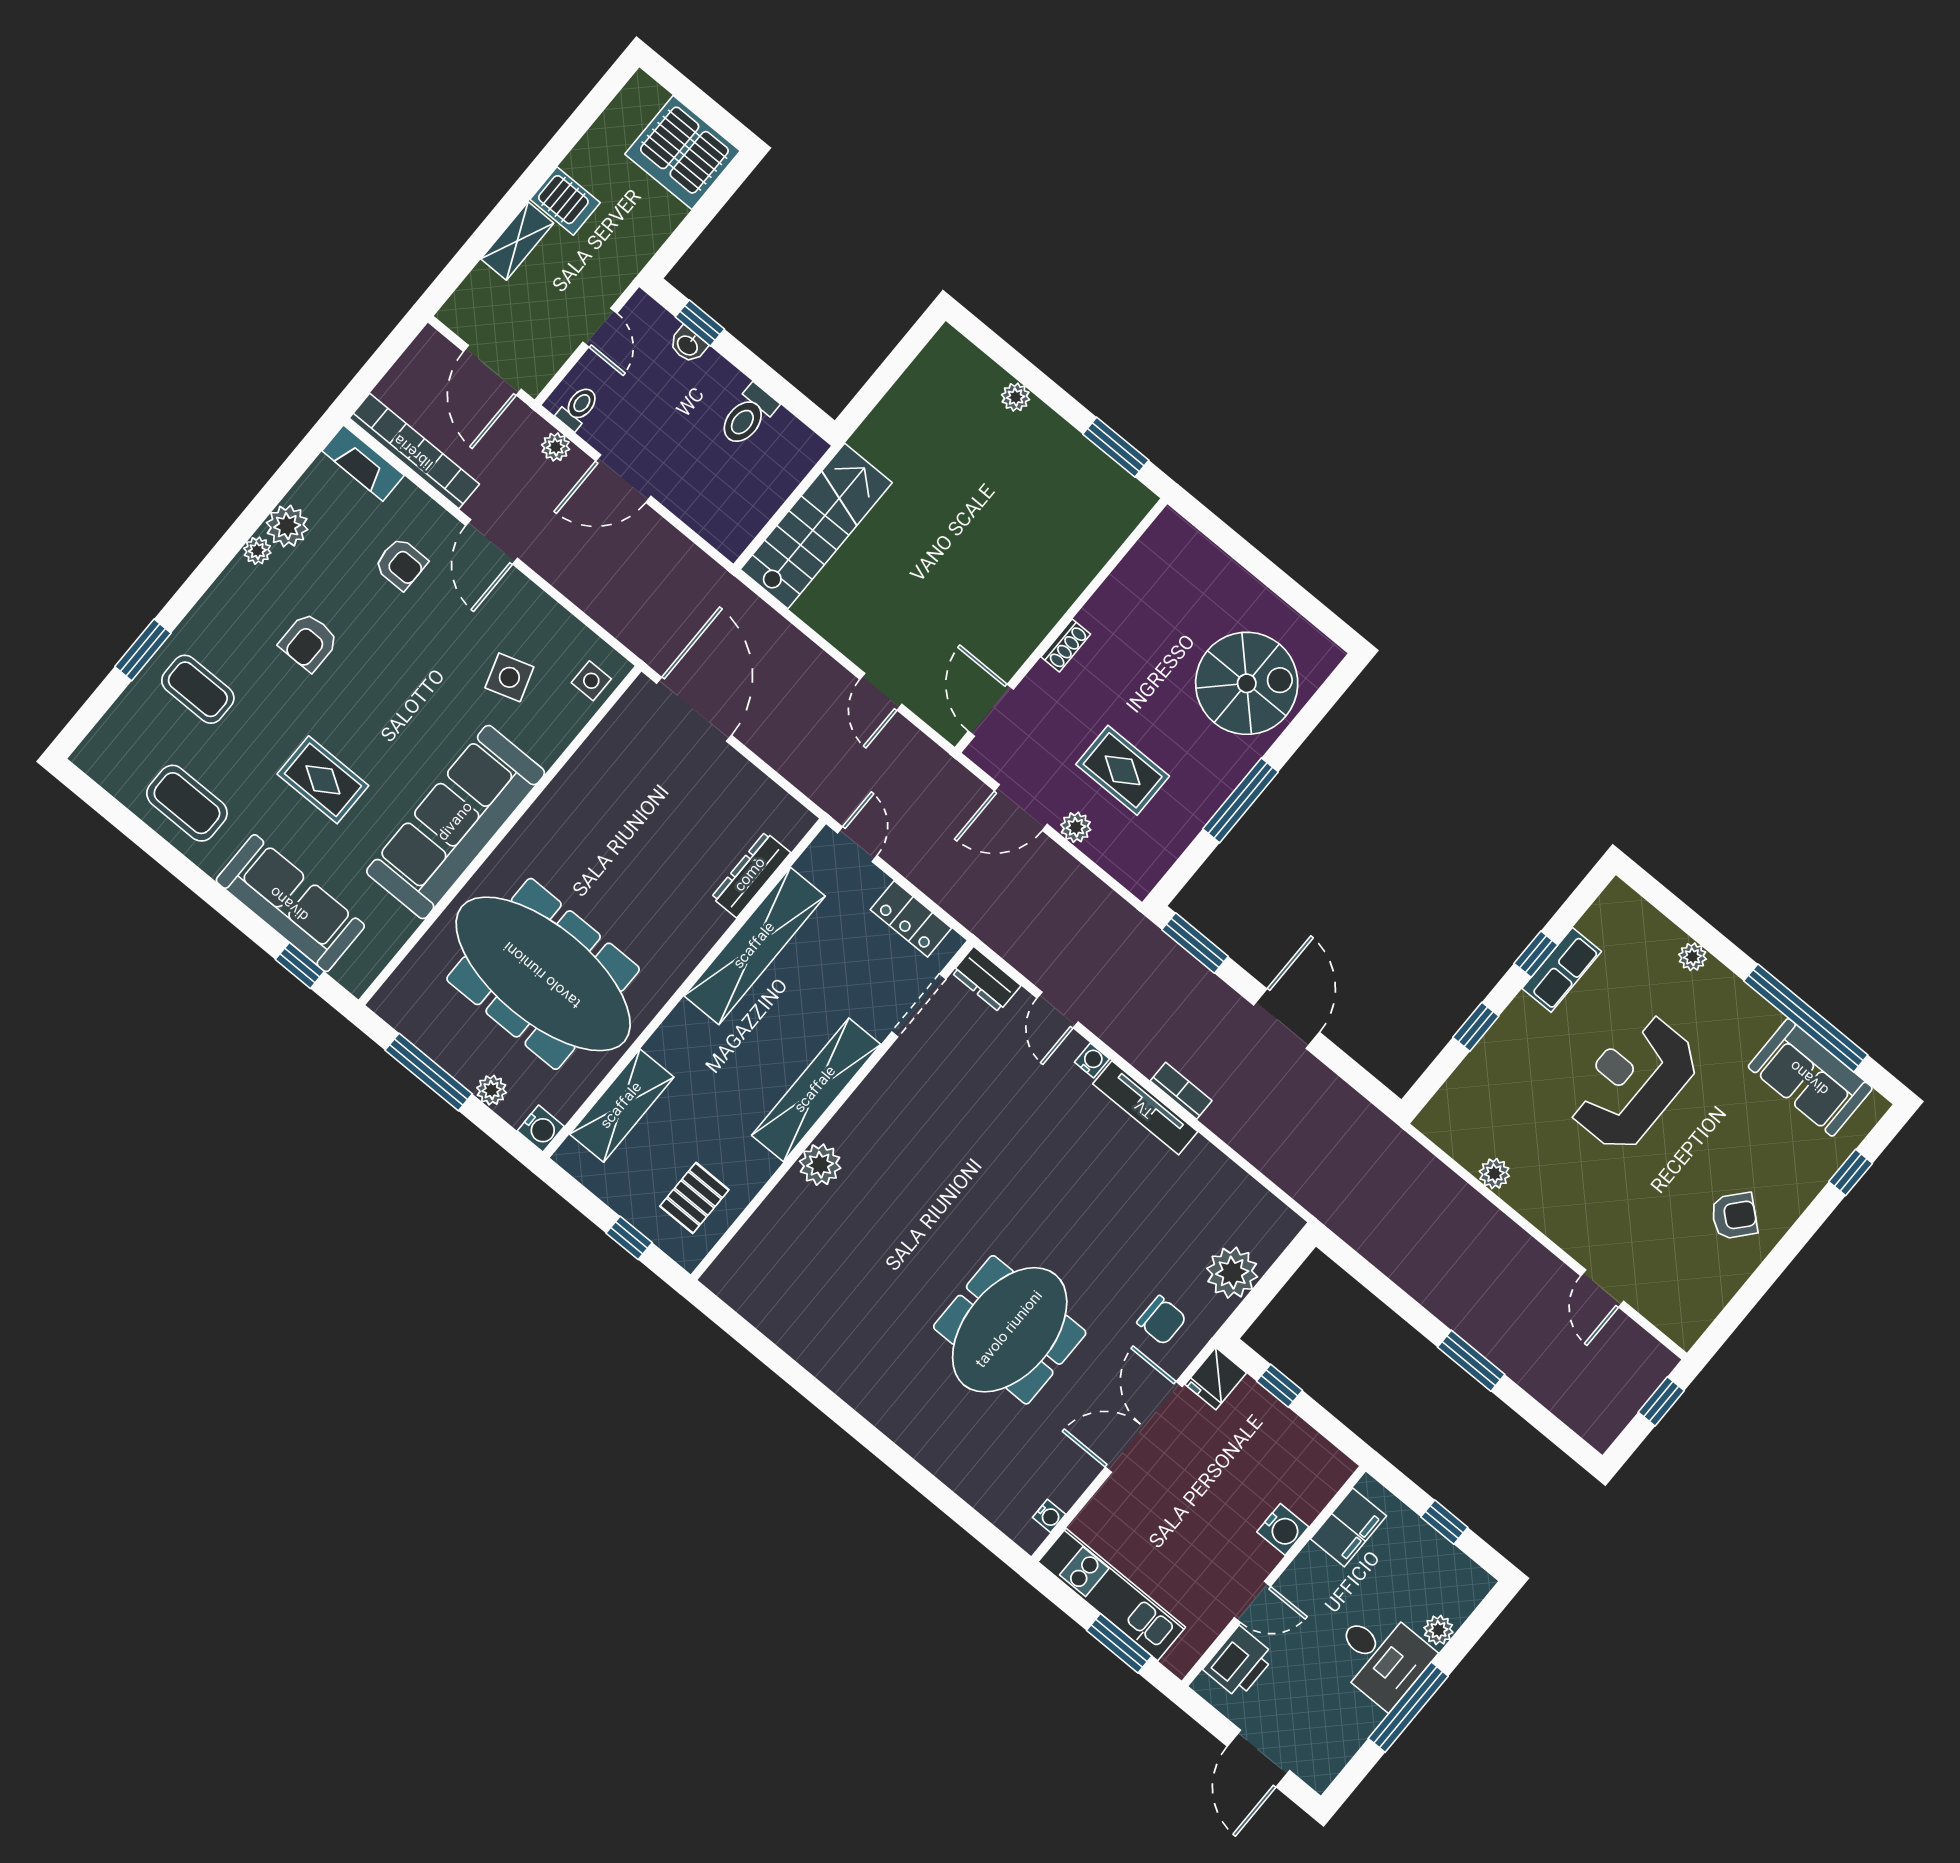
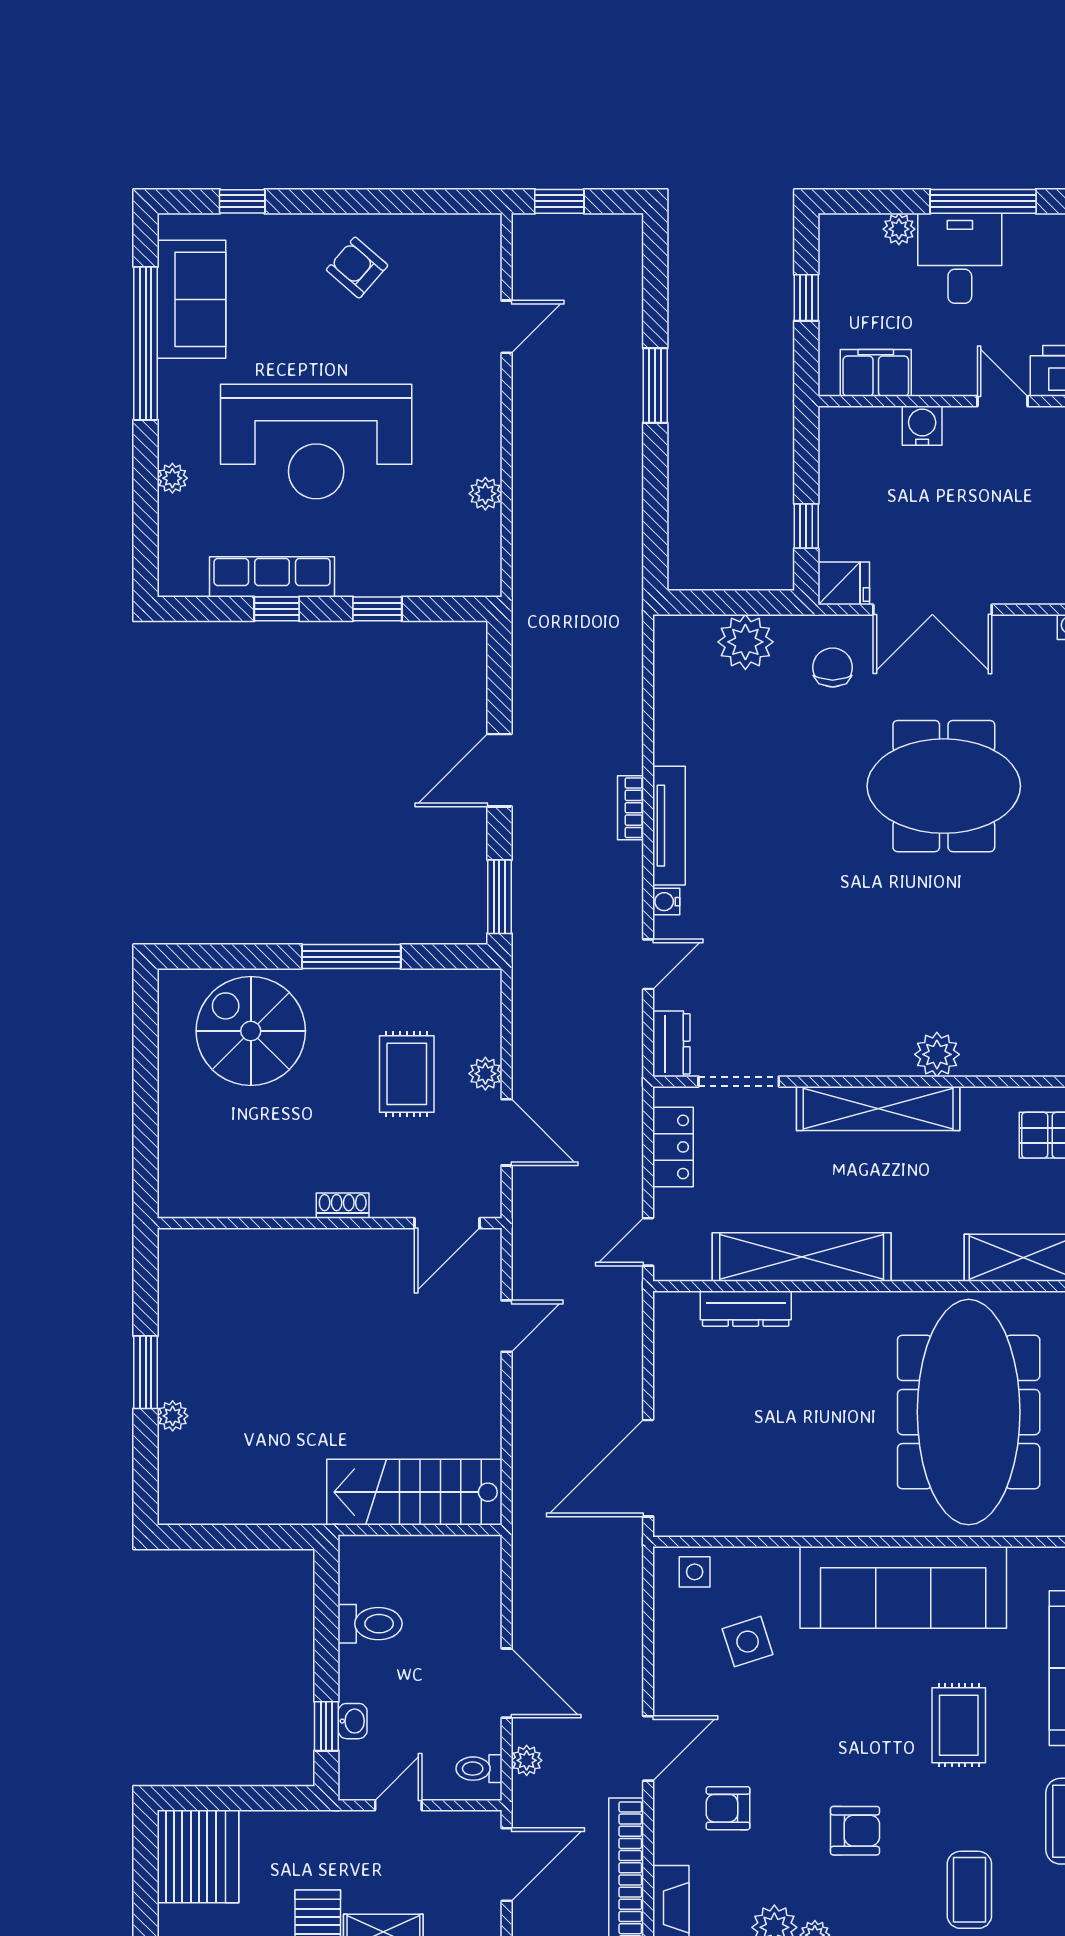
window: (1116, 447) -> (146, 1372), moved
armchair: (401, 564) -> (728, 1808), turned -90
row of seats: (1562, 970) -> (272, 577), width x1.48
reception desk: (1633, 1082) -> (316, 442), width x1.36, depth x1.30

